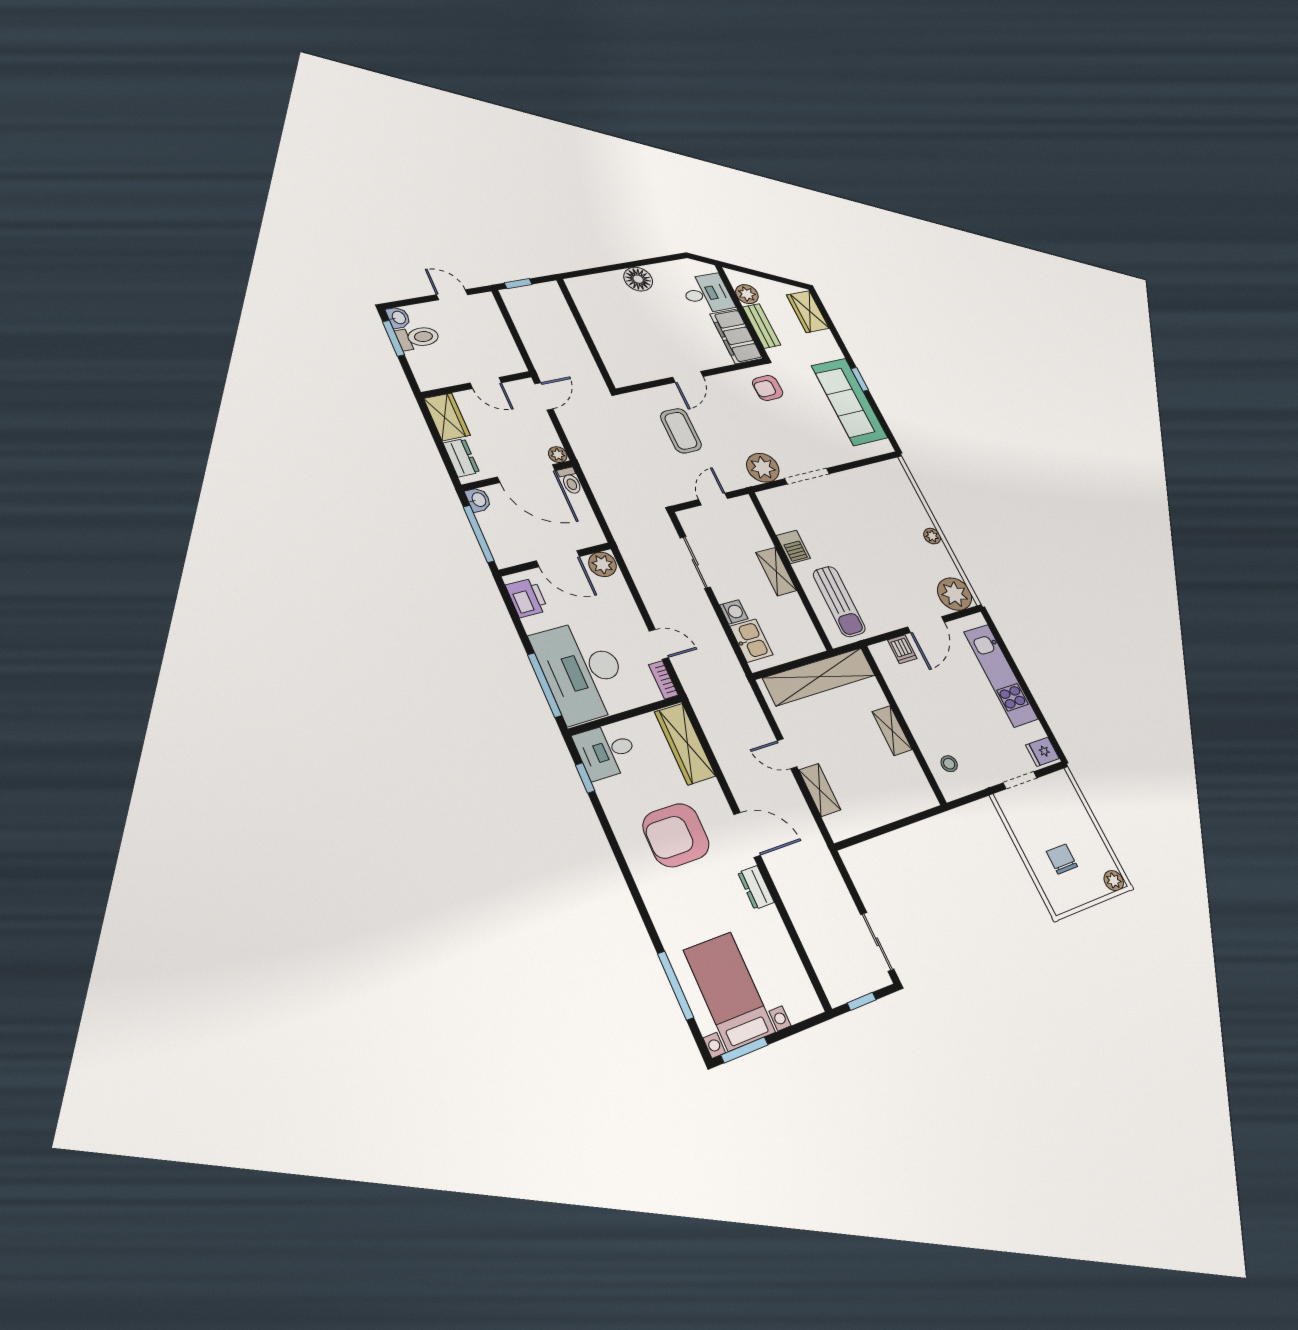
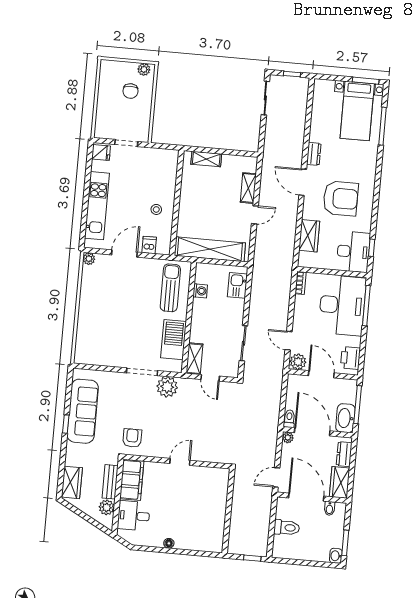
floor lamp: (638, 279) -> (169, 543), width x0.53, depth x0.53
door: (452, 295) -> (297, 562), removed
toilet: (418, 338) -> (287, 528), moved, turned 180
bidet: (443, 378) -> (329, 508), added
door: (486, 383) -> (306, 497), width x1.88
armchair: (768, 388) -> (132, 438), turned -88
coffee table: (681, 431) -> (205, 428), removed
door: (713, 499) -> (210, 378), hinge flipped
washbasin: (478, 500) -> (345, 418), width x1.91, depth x1.45
plant: (932, 536) -> (84, 305), removed
barbecue: (793, 547) -> (173, 340), width x1.88, depth x1.53
shelving: (776, 572) -> (194, 359), moved
plant: (955, 594) -> (89, 259), width x0.53, depth x0.53
washing machine: (734, 612) -> (200, 291), moved, turned 180
door: (659, 644) -> (289, 341), moved
shelving: (892, 731) -> (206, 159), moved, turned 90
wardrobe: (685, 744) -> (309, 236), width x0.67
desk: (606, 751) -> (353, 252), width x1.37
door: (787, 754) -> (255, 215), hinge flipped
stool: (949, 764) -> (156, 209), moved
plant: (1114, 881) -> (144, 69), moved

